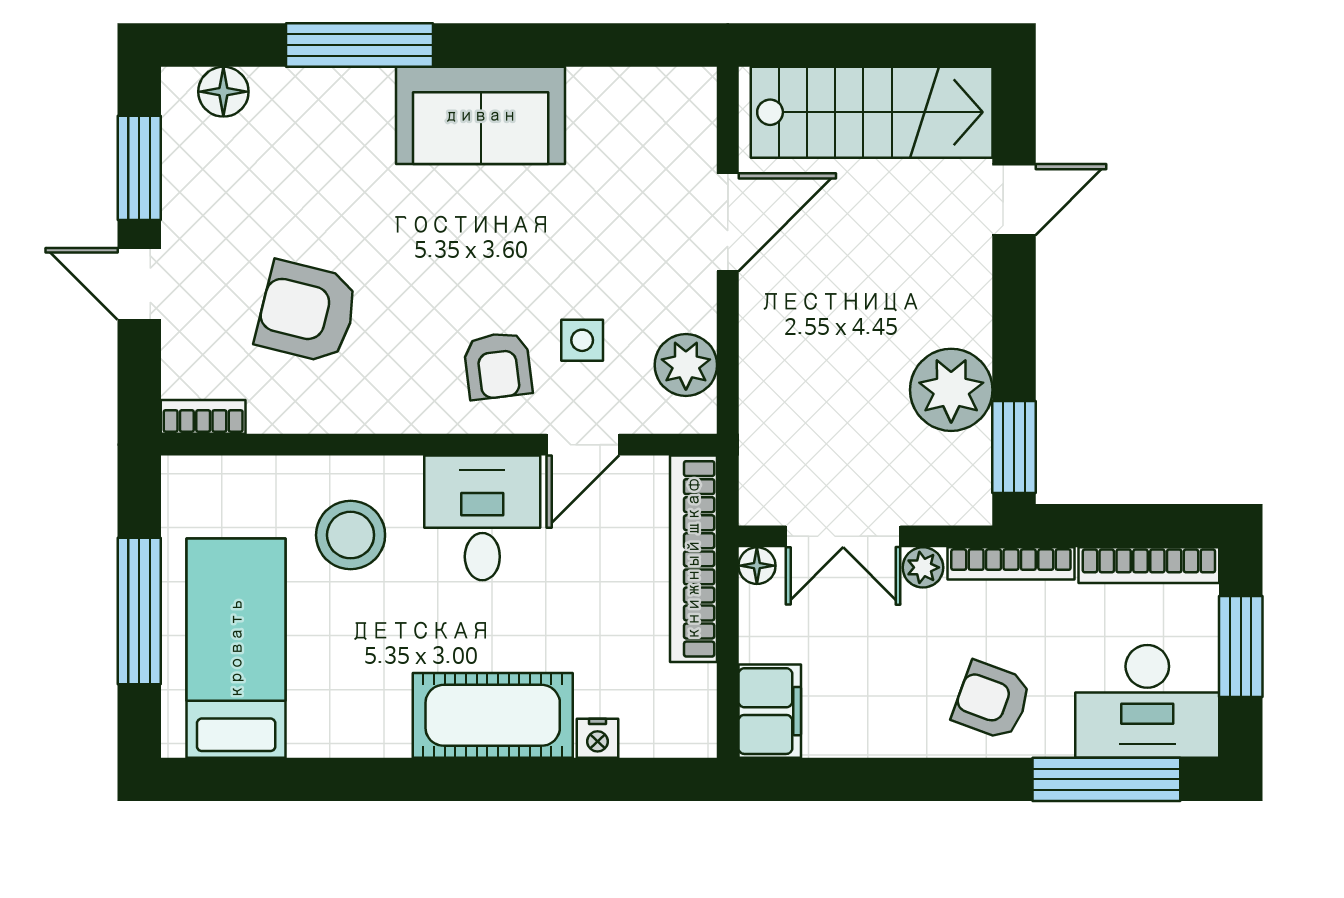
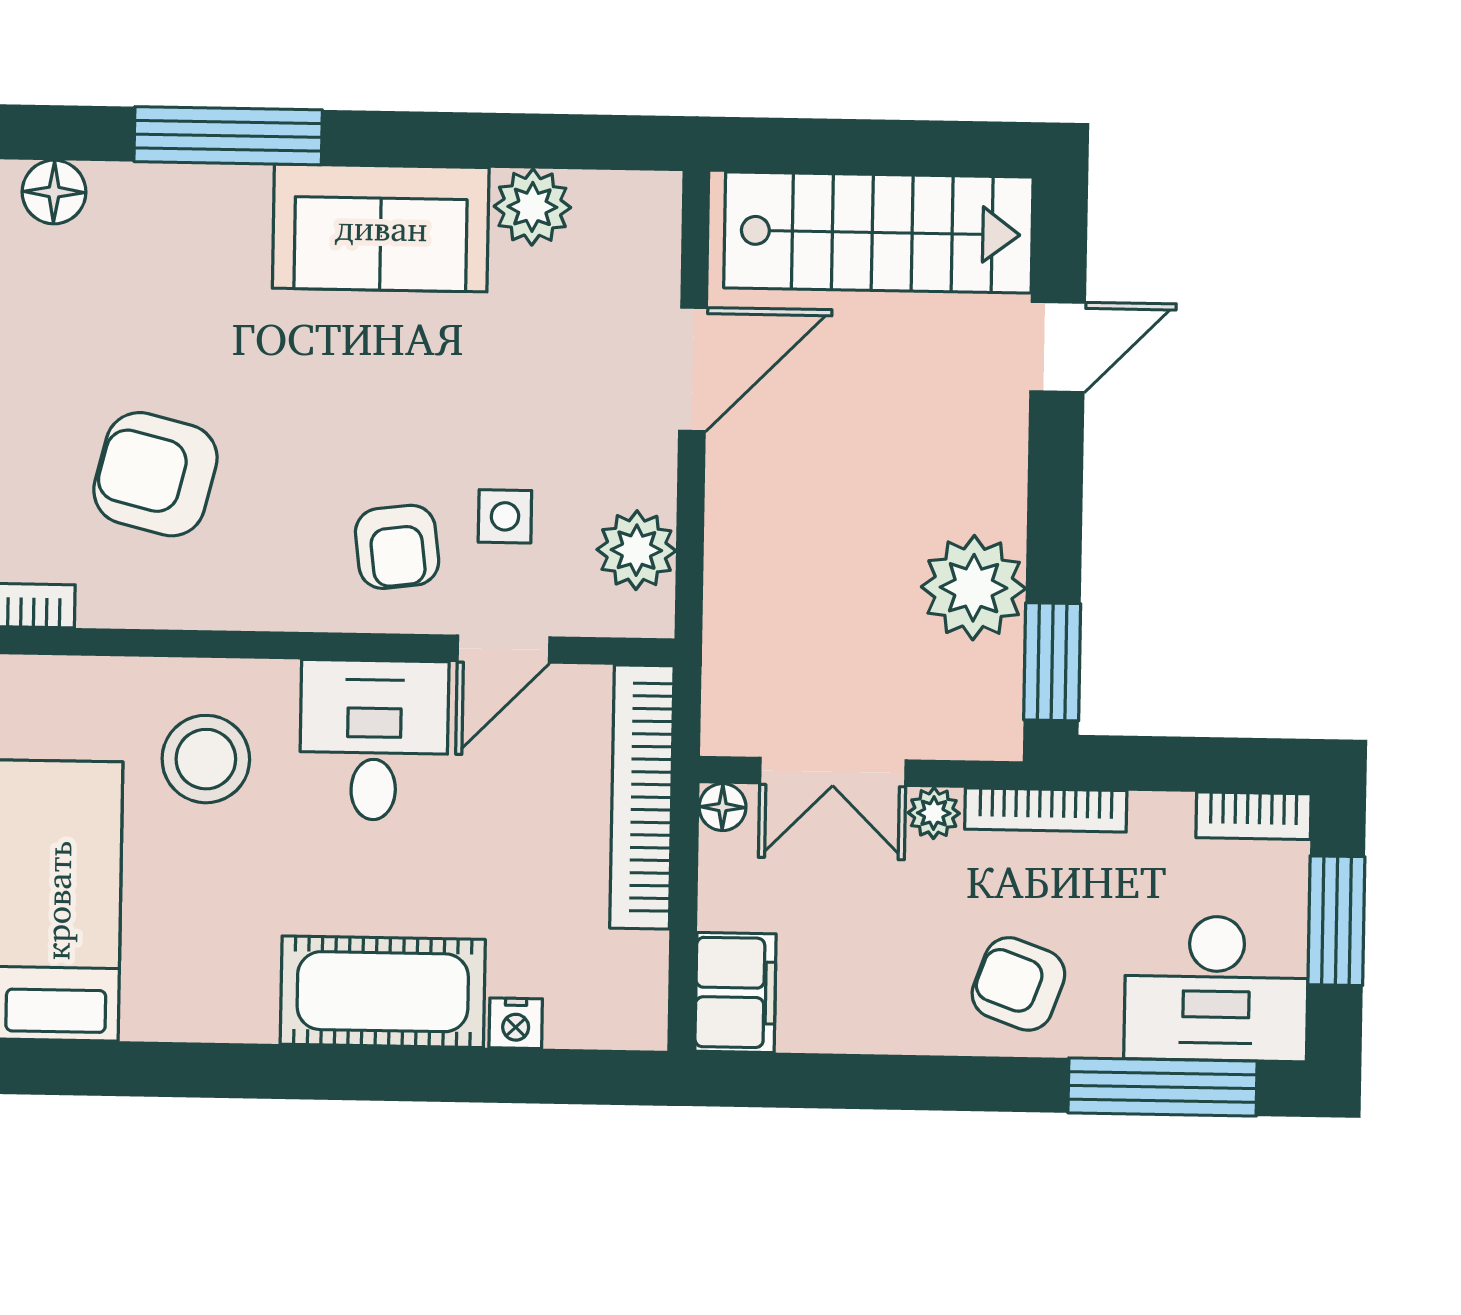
plant: (599, 97) -> (532, 207), added
bookcase: (1149, 565) -> (1254, 816), width x0.64

